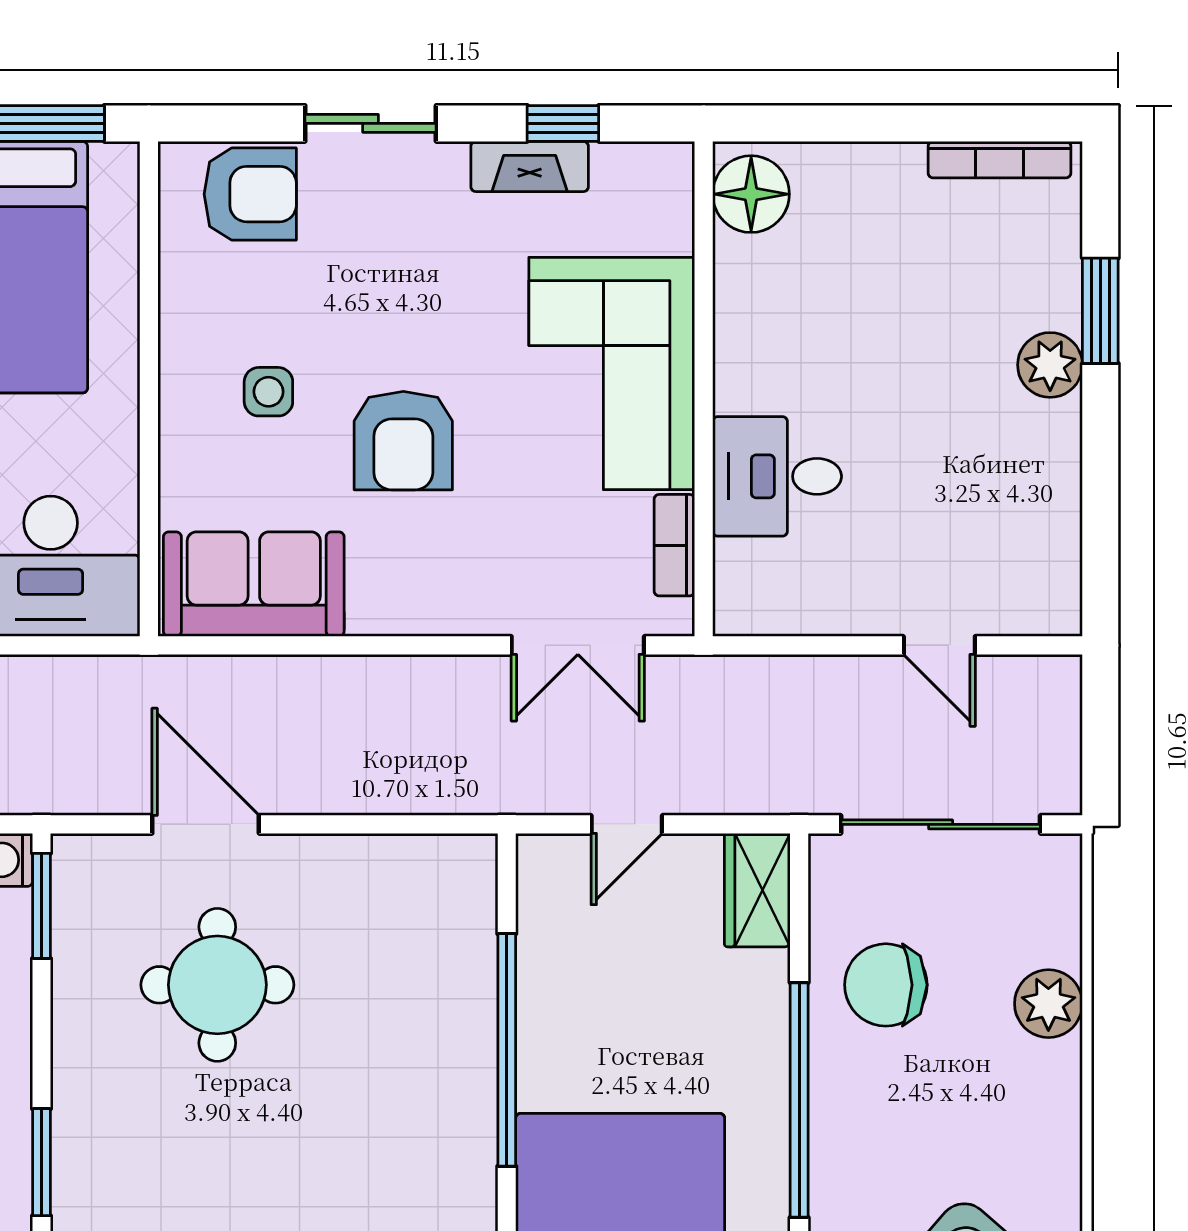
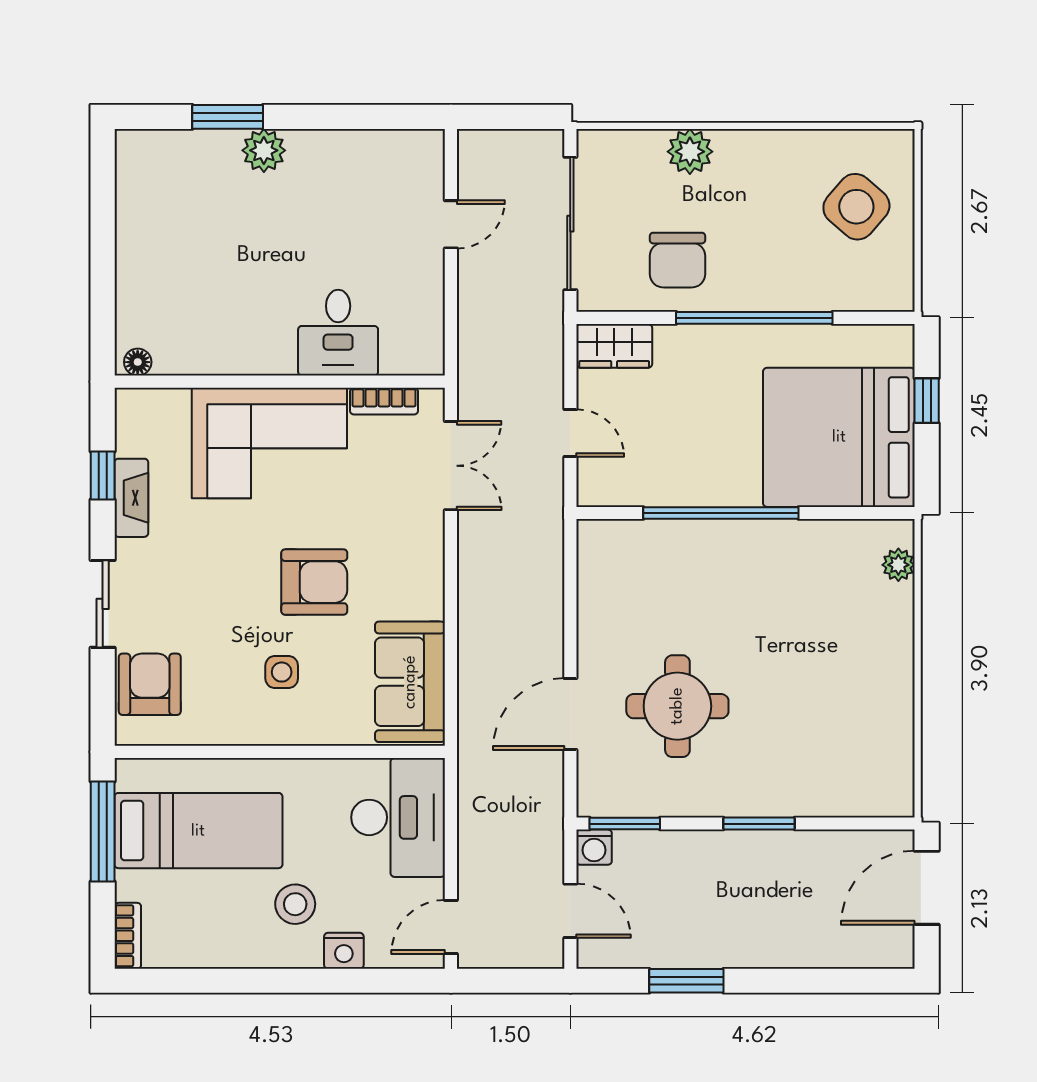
bookcase: (999, 160) -> (127, 184), removed
floor lamp: (751, 194) -> (138, 362), width x0.53, depth x0.53
window: (41, 1162) -> (759, 824), moved

